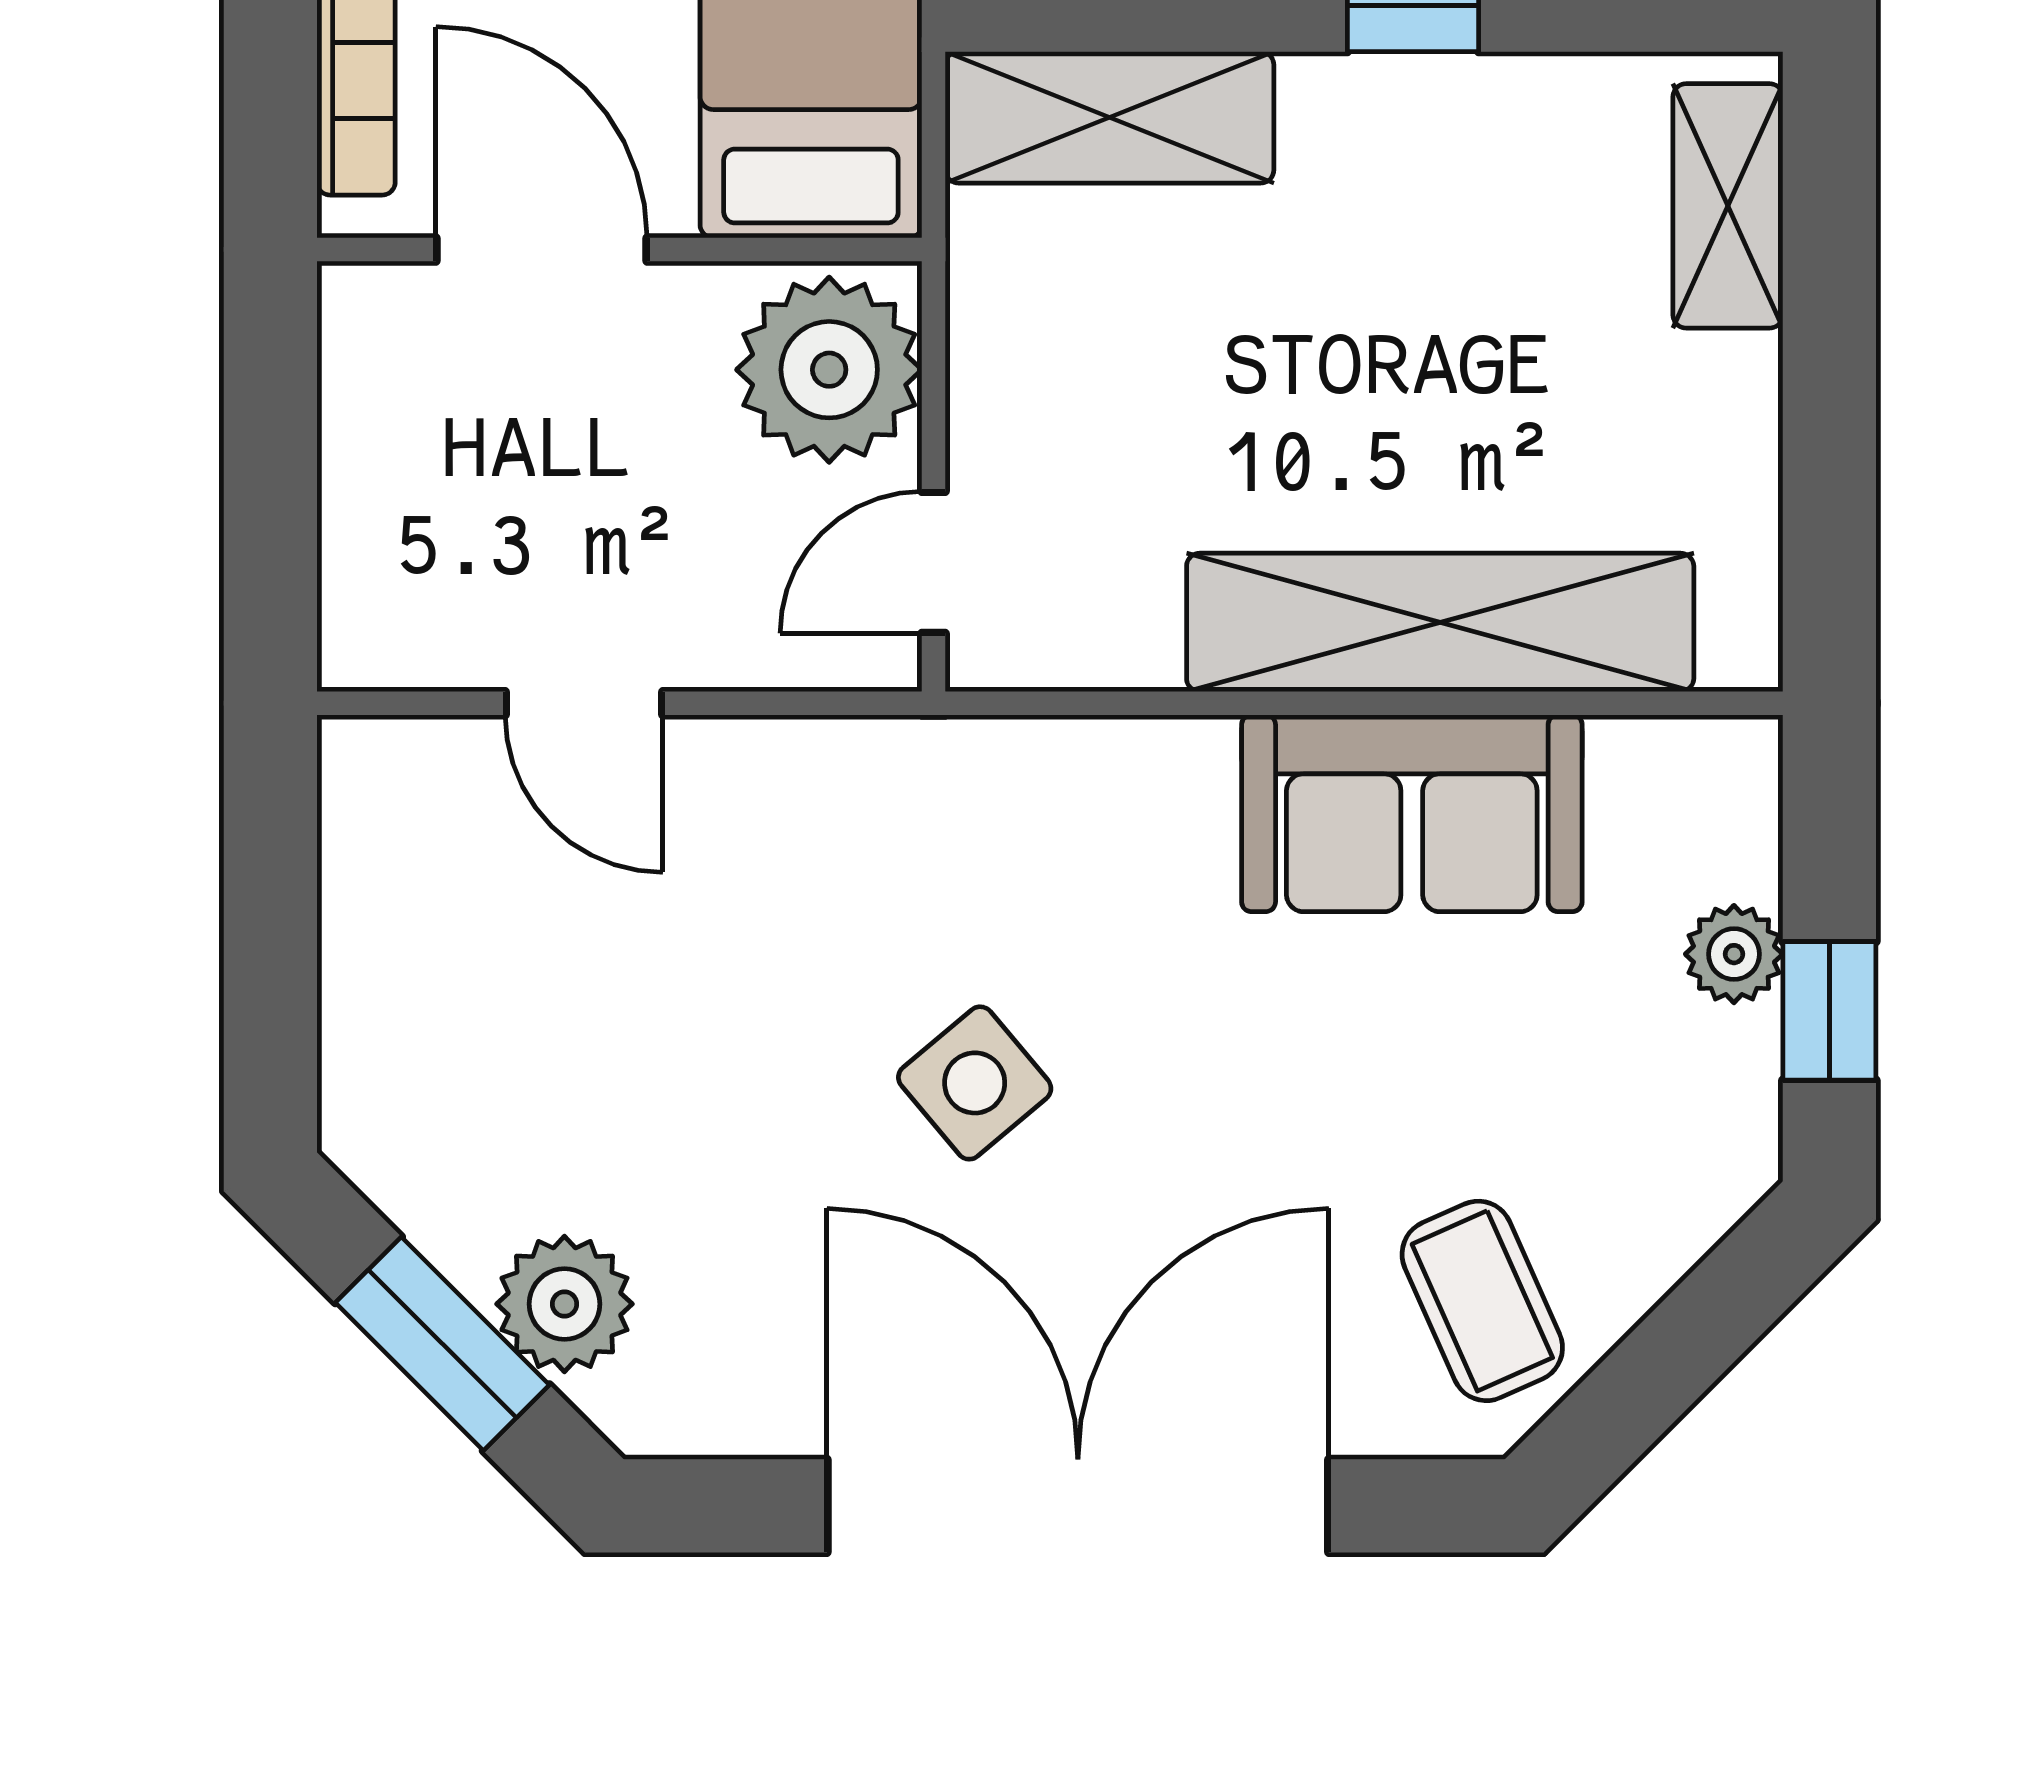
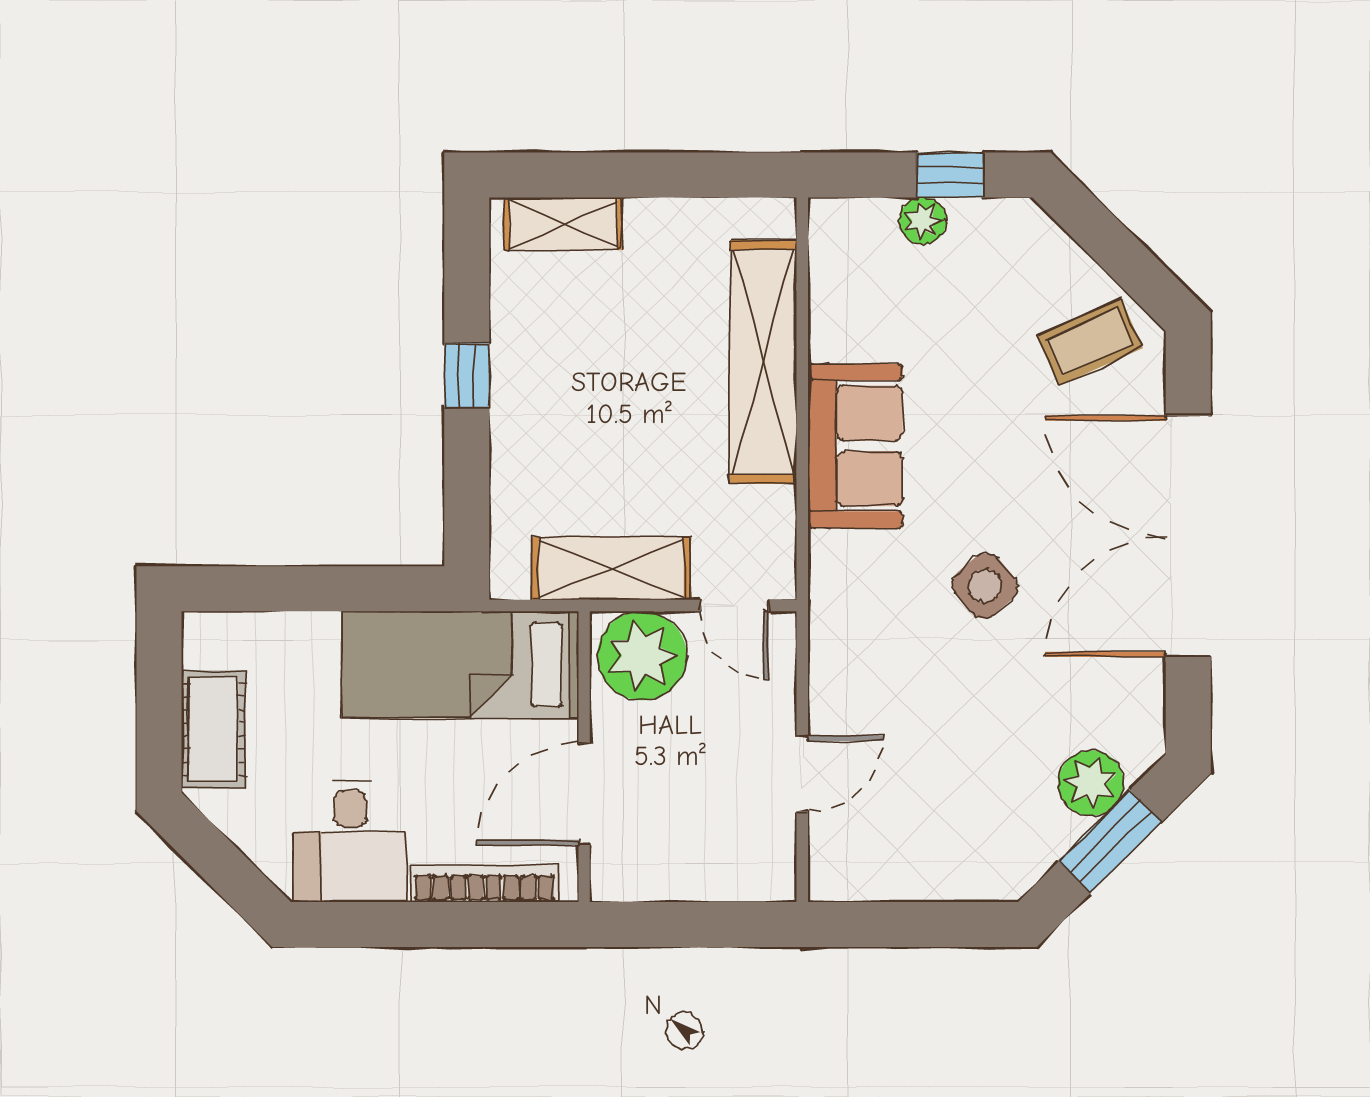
shelving: (1110, 117) -> (611, 568), moved, turned 90
sofa: (1412, 813) -> (855, 446), moved

